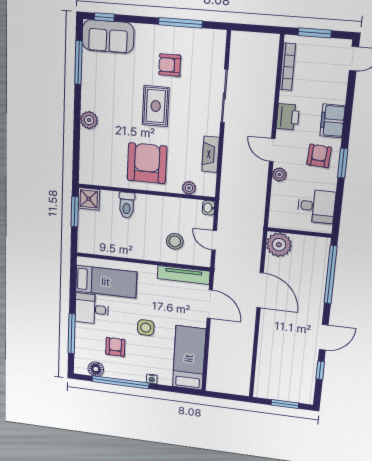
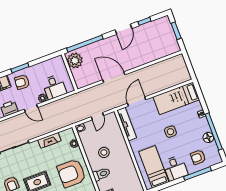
door: (272, 150) -> (31, 108), hinge flipped
desk: (316, 206) -> (54, 87), moved, turned 180
stool: (175, 241) -> (104, 152), moved
plant: (279, 245) -> (75, 61), moved
door: (260, 290) -> (114, 77), hinge flipped
door: (324, 337) -> (124, 29), swing flipped
armchair: (115, 347) -> (198, 157), moved
floor lamp: (96, 369) -> (208, 138), moved

